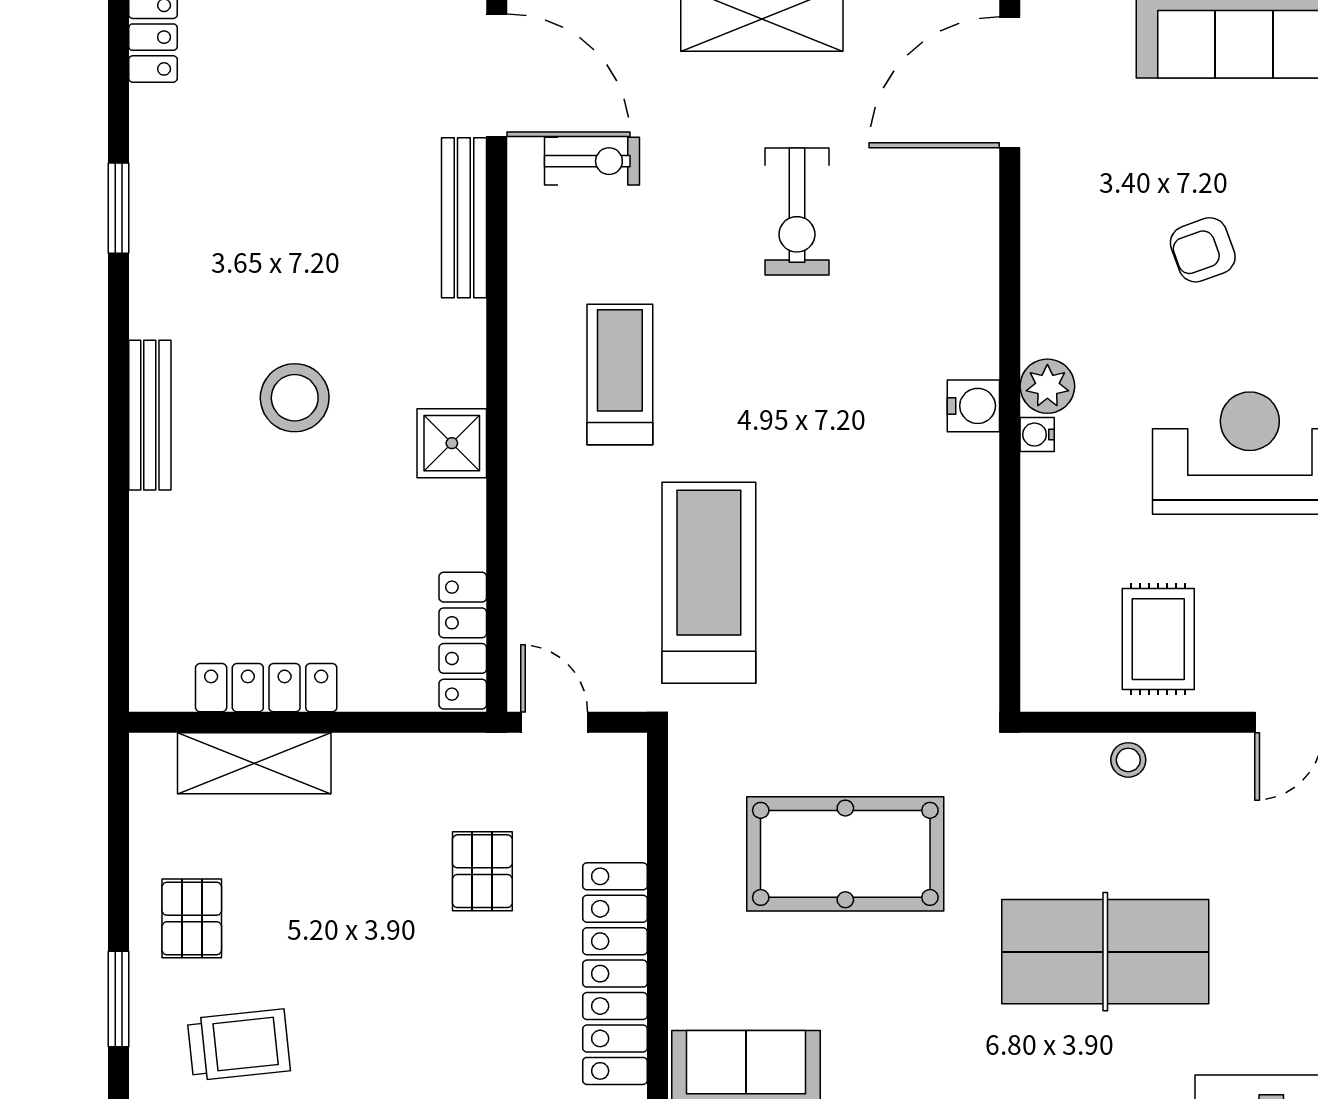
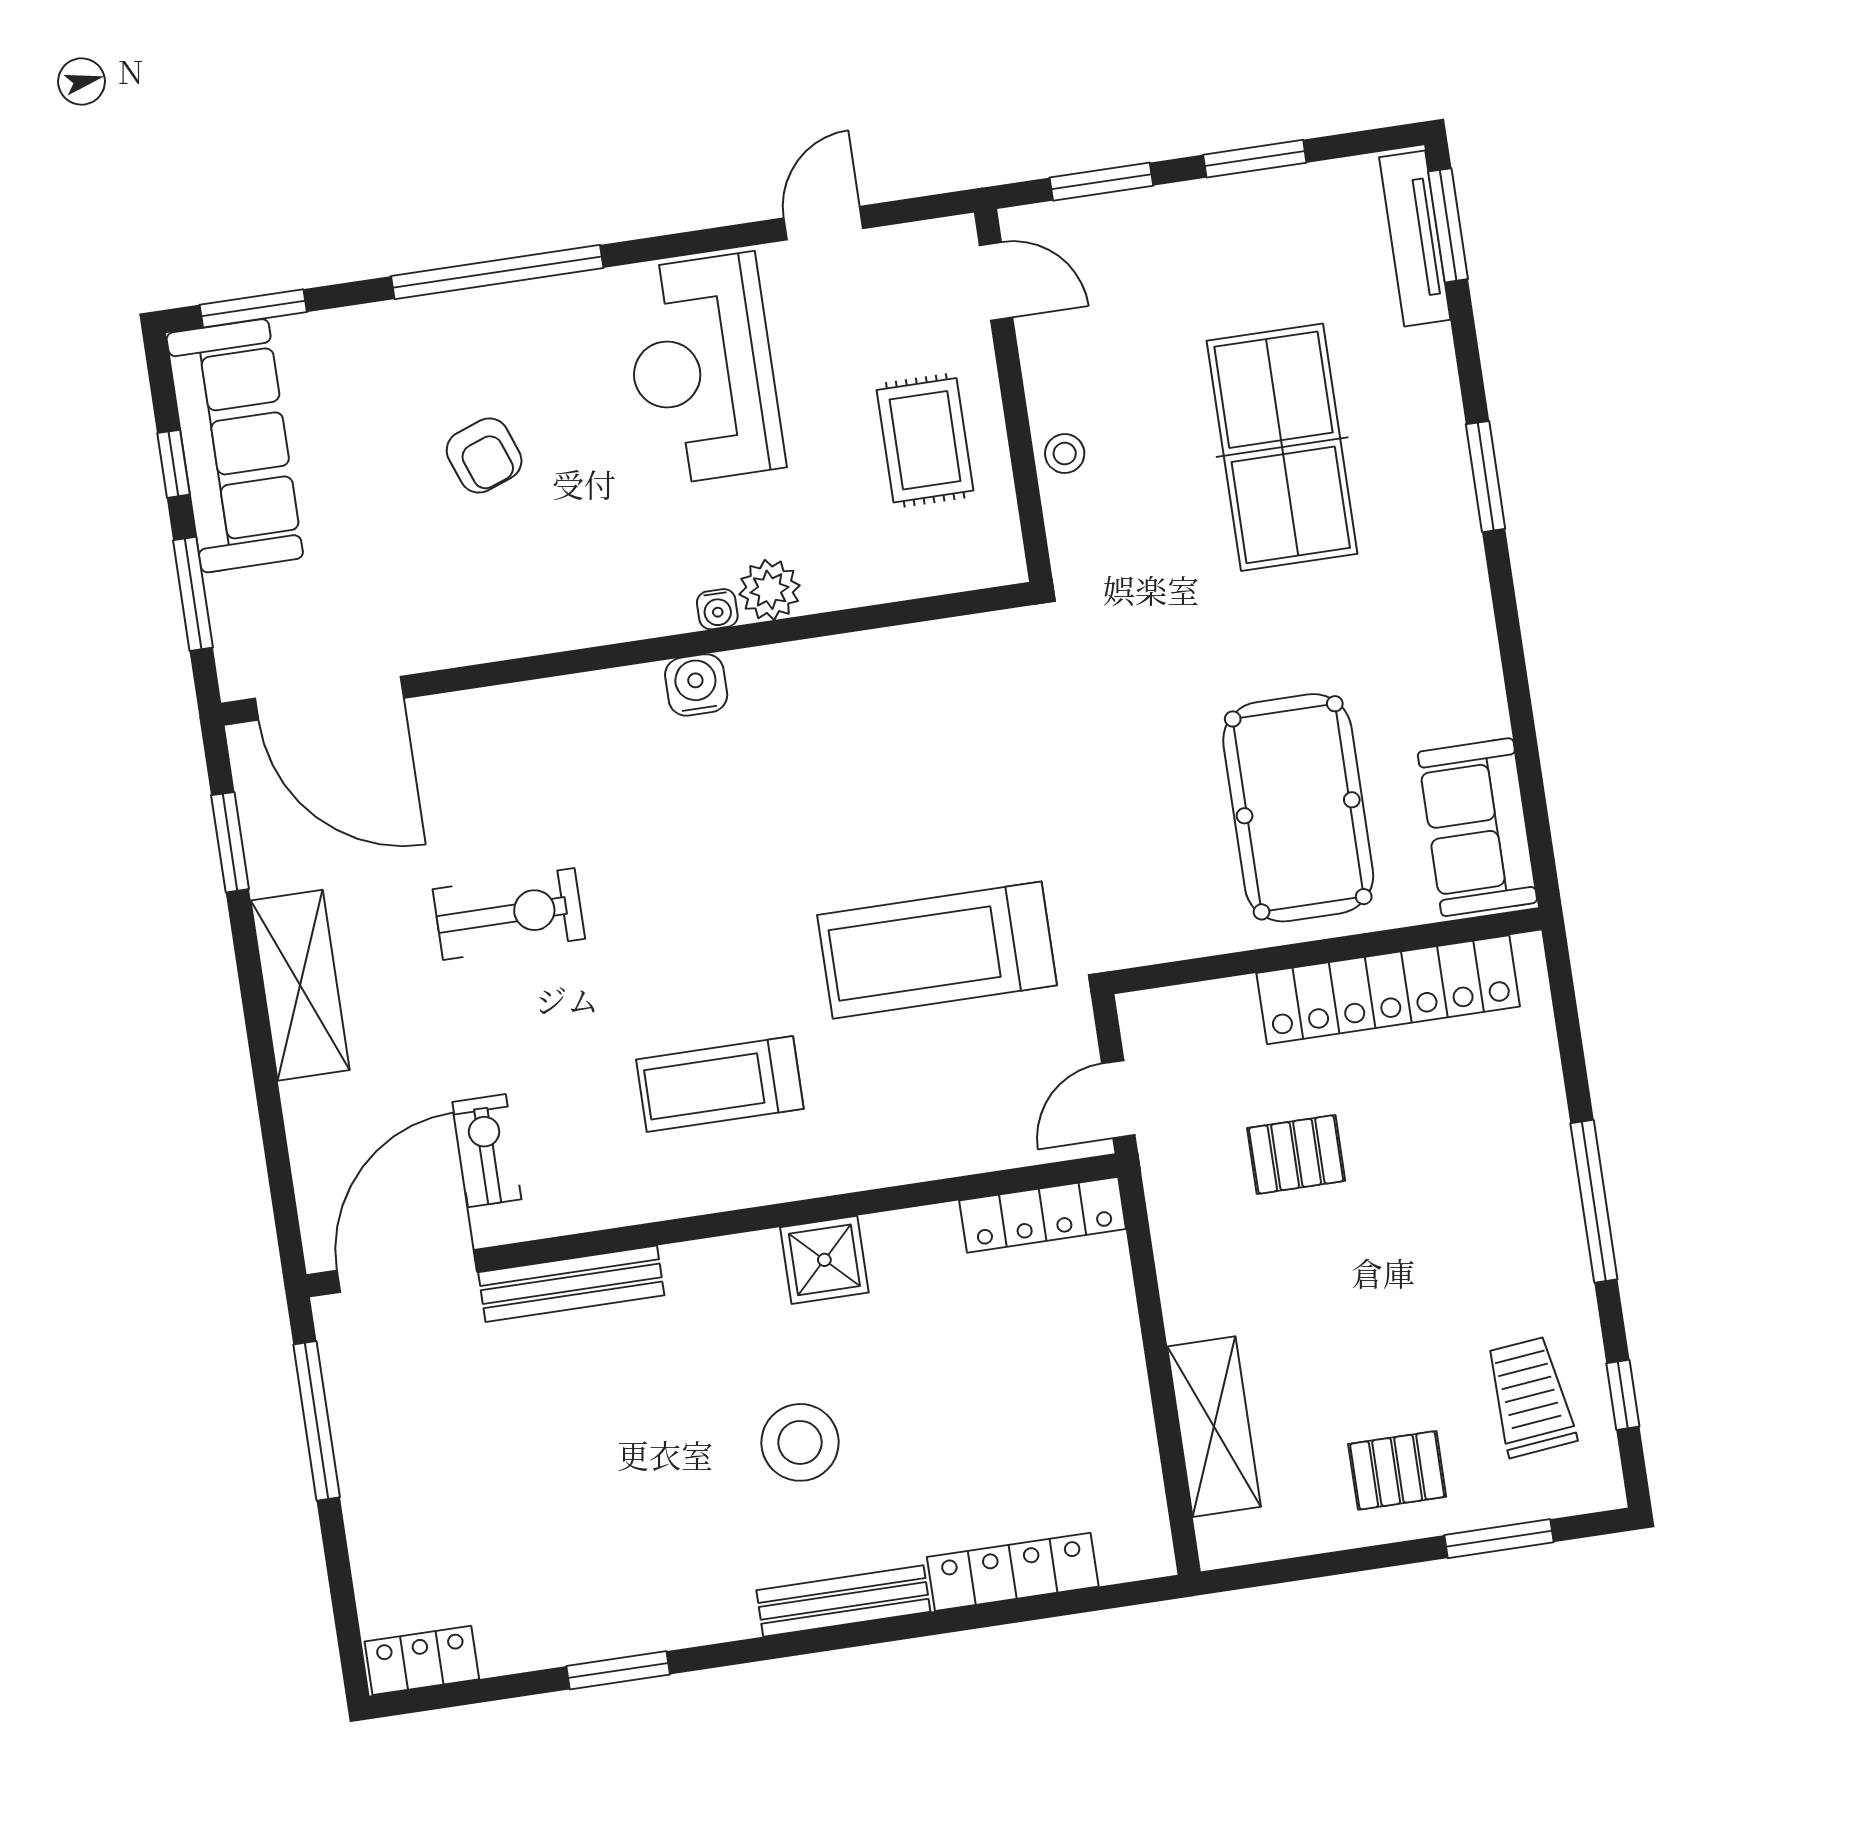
plant: (1047, 386) -> (770, 590), moved
rug: (1158, 639) -> (925, 440), turned 90
locker: (266, 688) -> (1013, 1572), moved, turned 90
pool table: (845, 854) -> (1298, 808), moved

